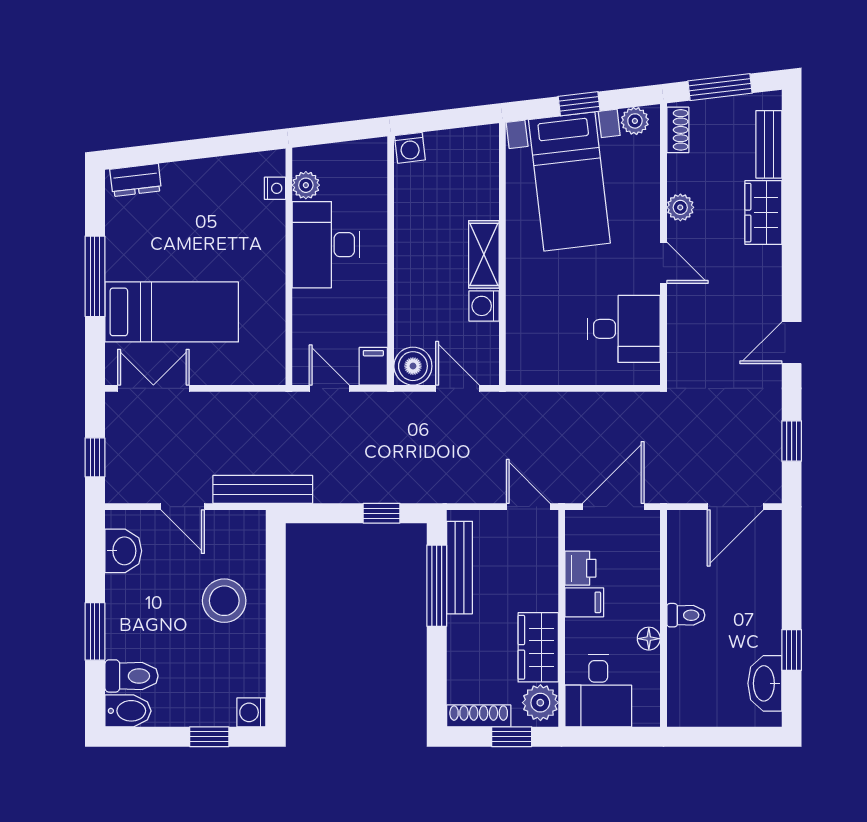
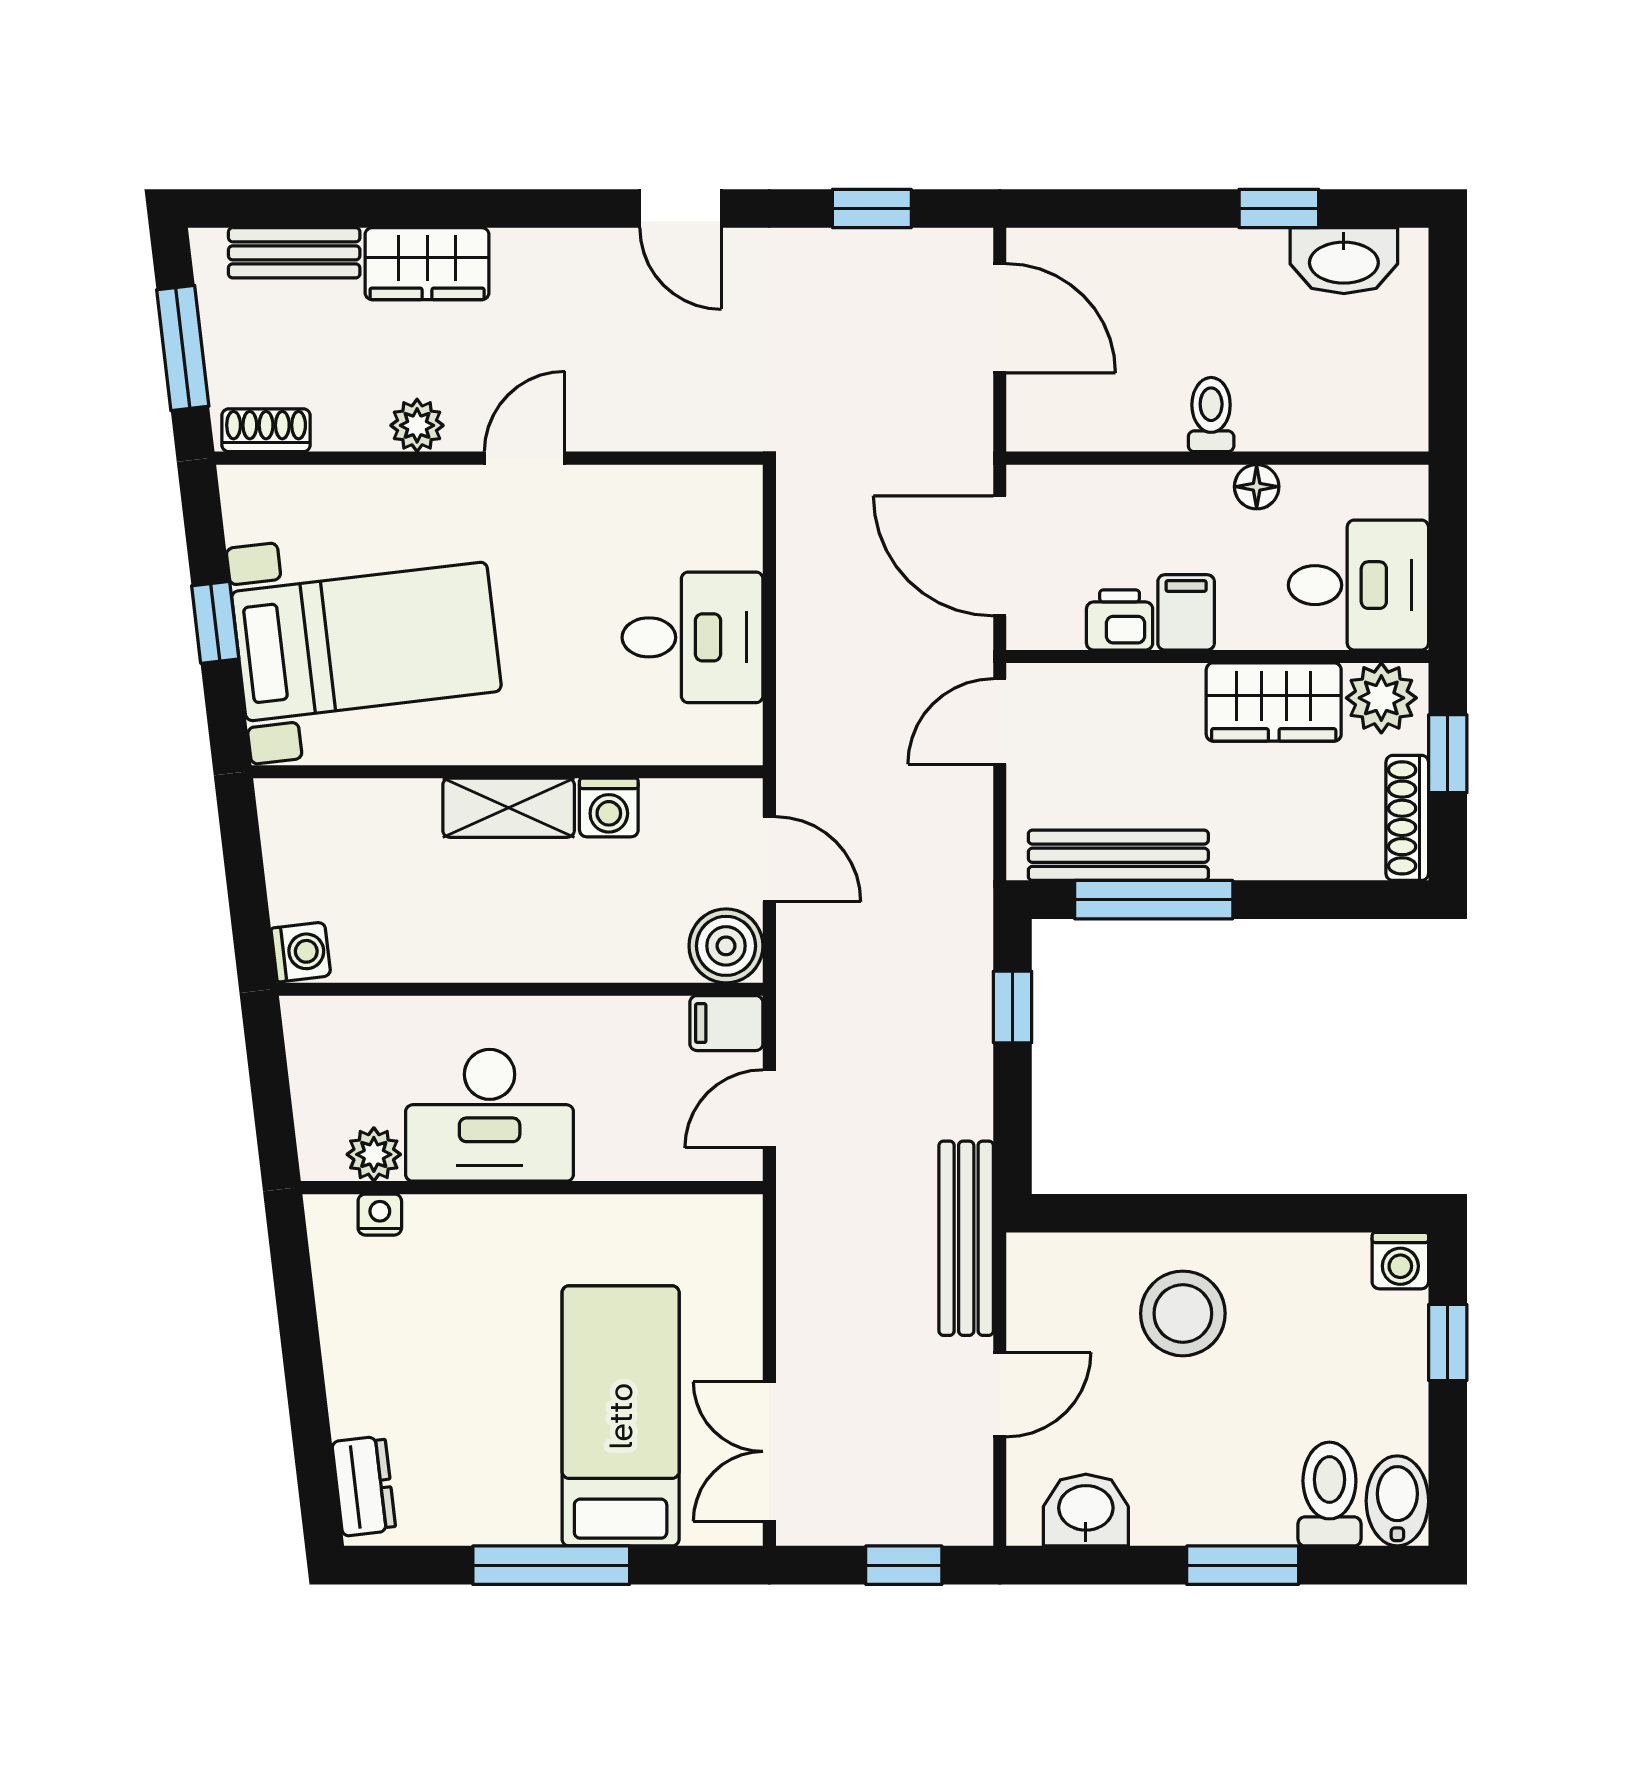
plant: (635, 121) -> (249, 514), removed
desk: (624, 329) -> (693, 637), moved, turned 90
door: (457, 388) -> (769, 859), swing flipped

